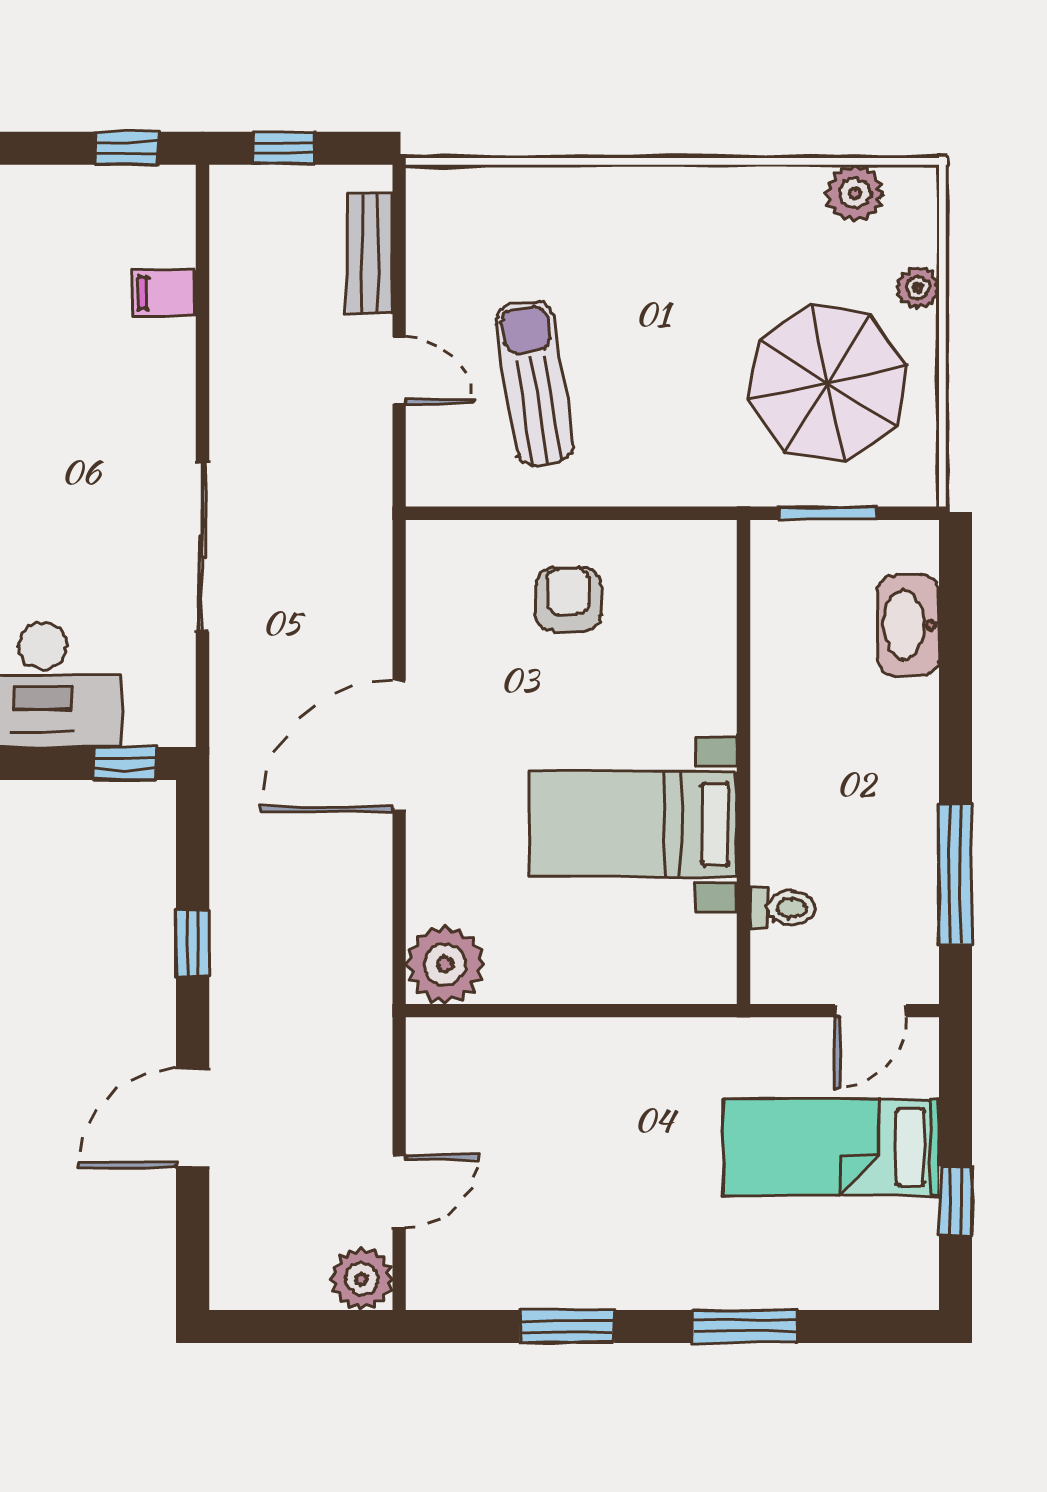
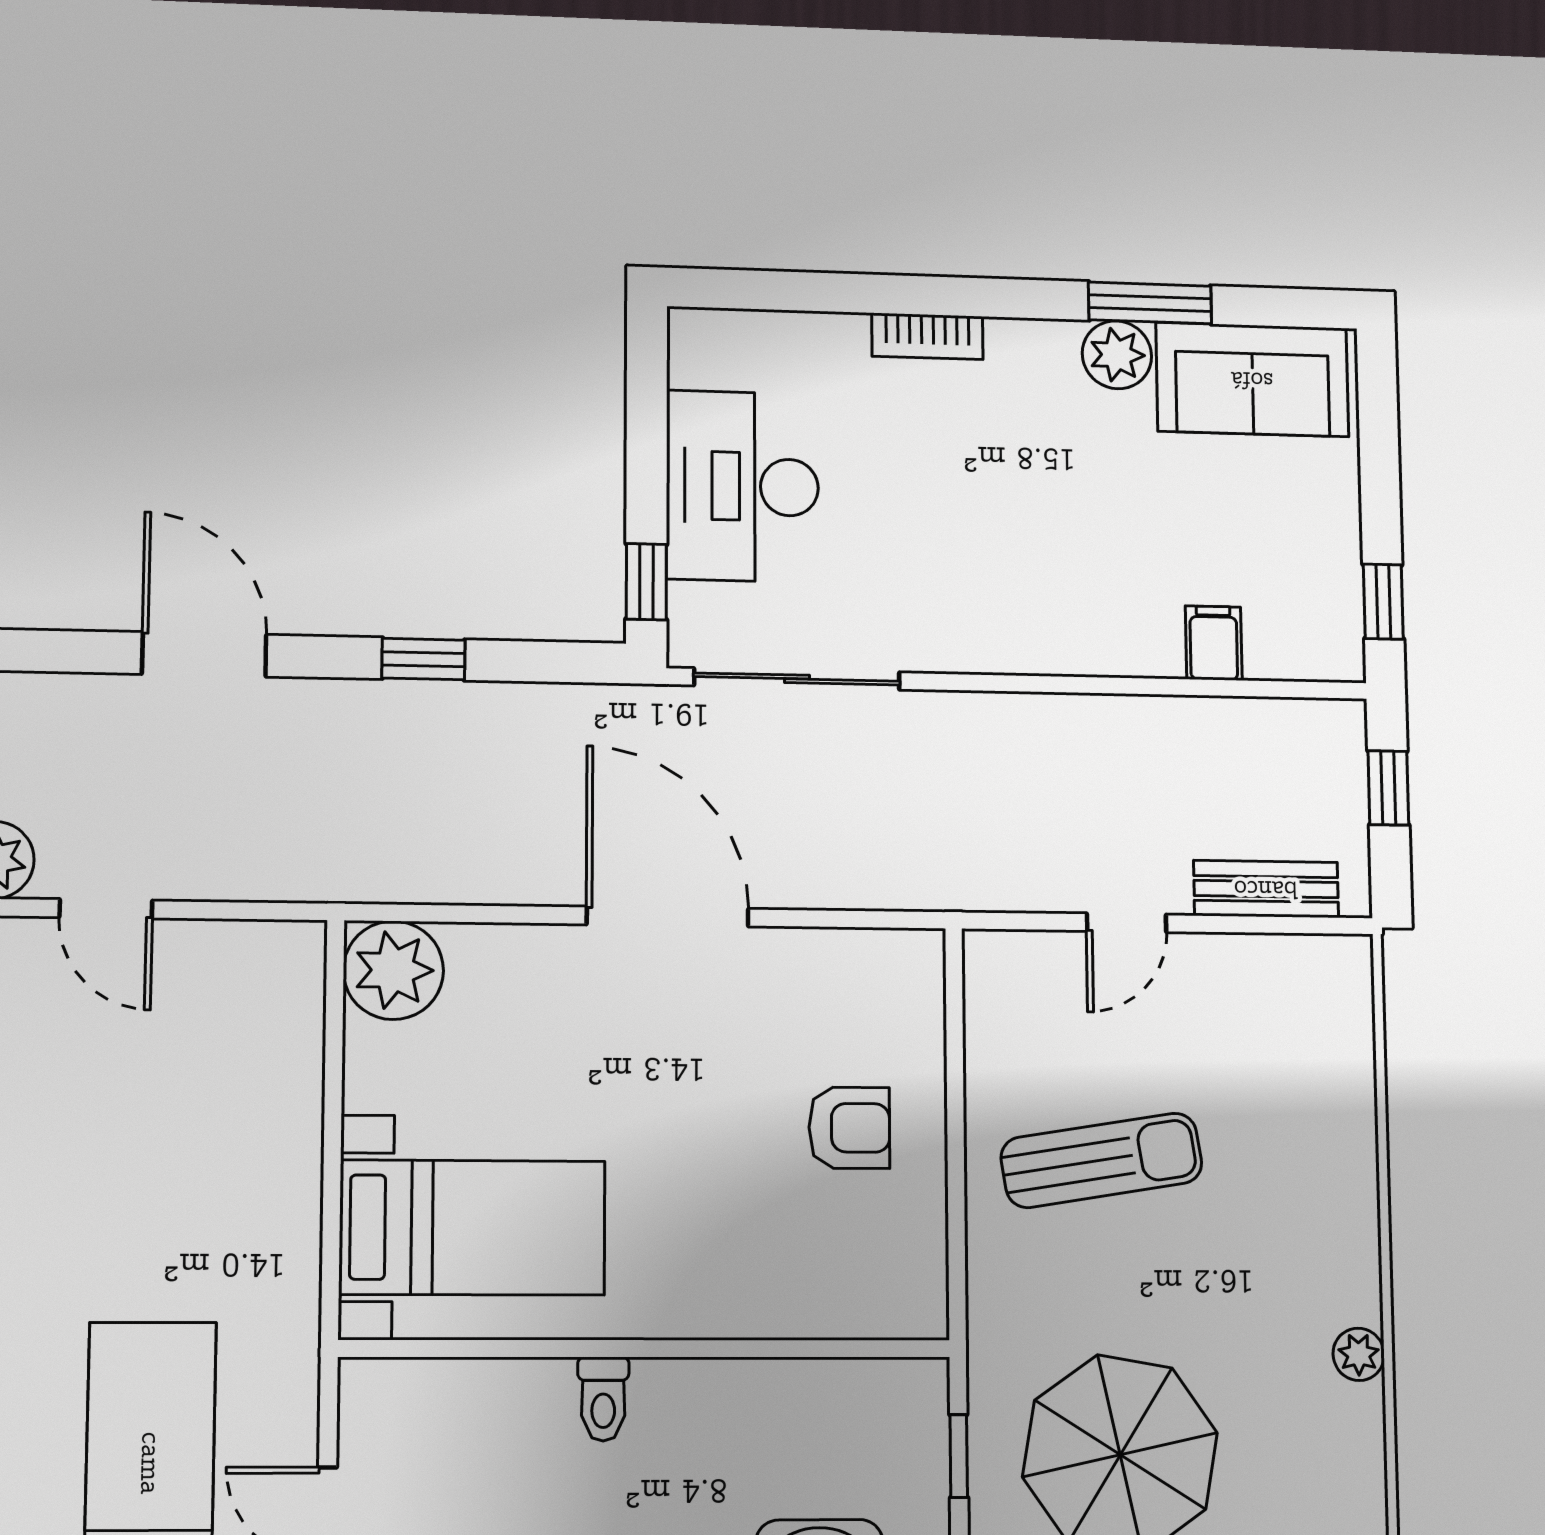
plant: (855, 194) -> (1359, 1354), moved, width x0.73, depth x0.73
sun lounger: (535, 383) -> (1102, 1160), moved
window: (828, 513) -> (959, 1456), width x0.67
sliding door: (202, 547) -> (797, 679), moved
bed with nightstands: (633, 824) -> (473, 1228), moved, turned 90
toilet: (783, 908) -> (603, 1399), moved

